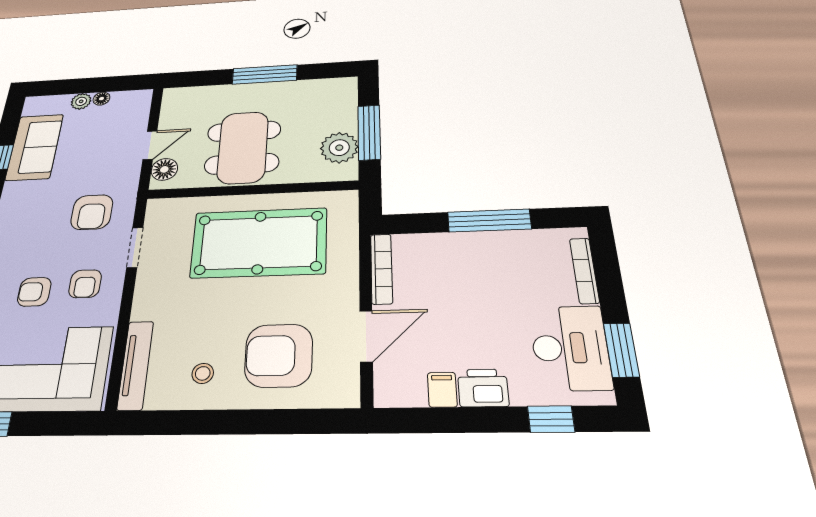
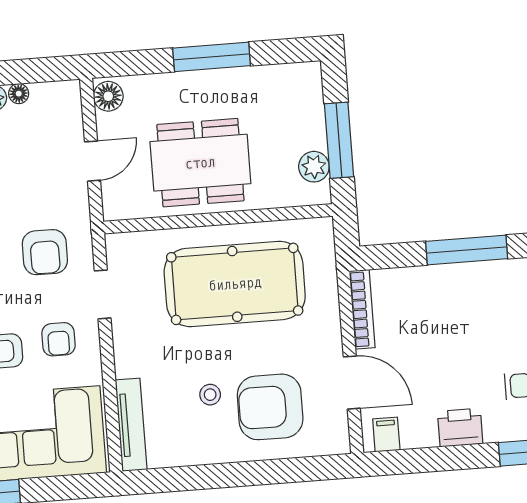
dining table: (243, 147) -> (200, 163), turned 90
plant: (339, 148) -> (314, 167), width x0.73, depth x0.73
floor lamp: (164, 169) -> (108, 96), moved
door: (366, 336) -> (352, 383), hinge flipped
stool: (203, 373) -> (210, 395), moved
filing cabinet: (442, 390) -> (386, 435), moved

